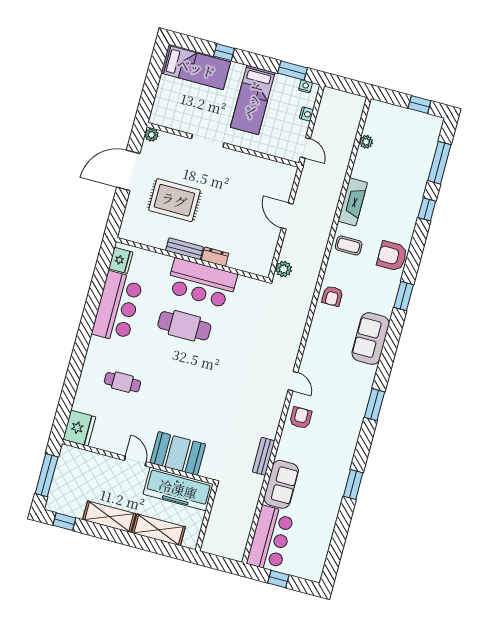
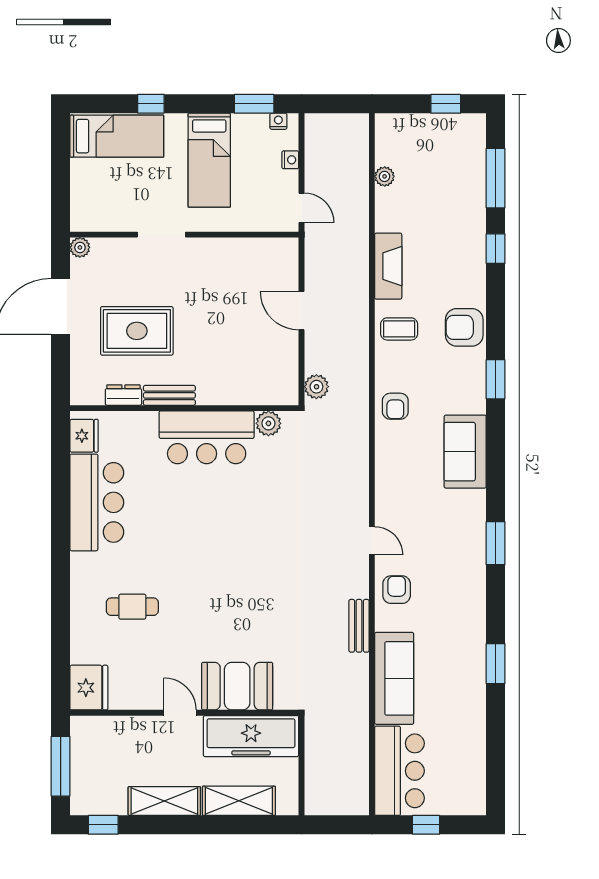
dresser: (215, 257) -> (123, 395), moved
plant: (245, 285) -> (268, 423), added
cafe table: (184, 326) -> (198, 504), removed
bench: (264, 456) -> (359, 626), moved
sofa: (281, 484) -> (394, 678), width x1.36

